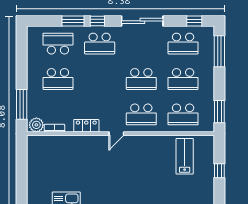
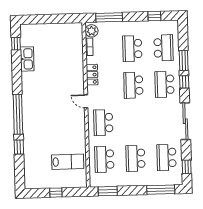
window: (22, 53) -> (154, 16), added
school desk: (141, 79) -> (133, 85), moved

